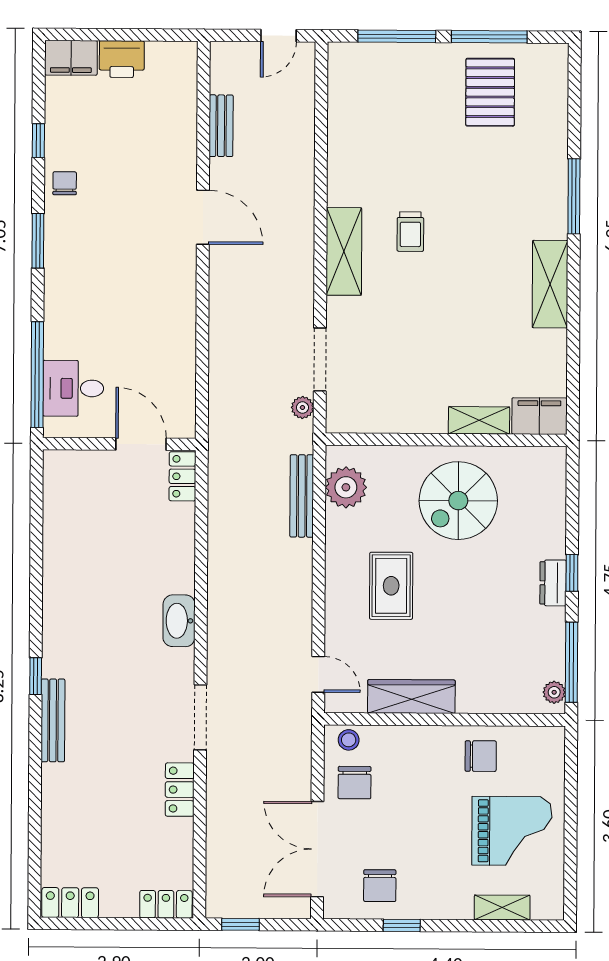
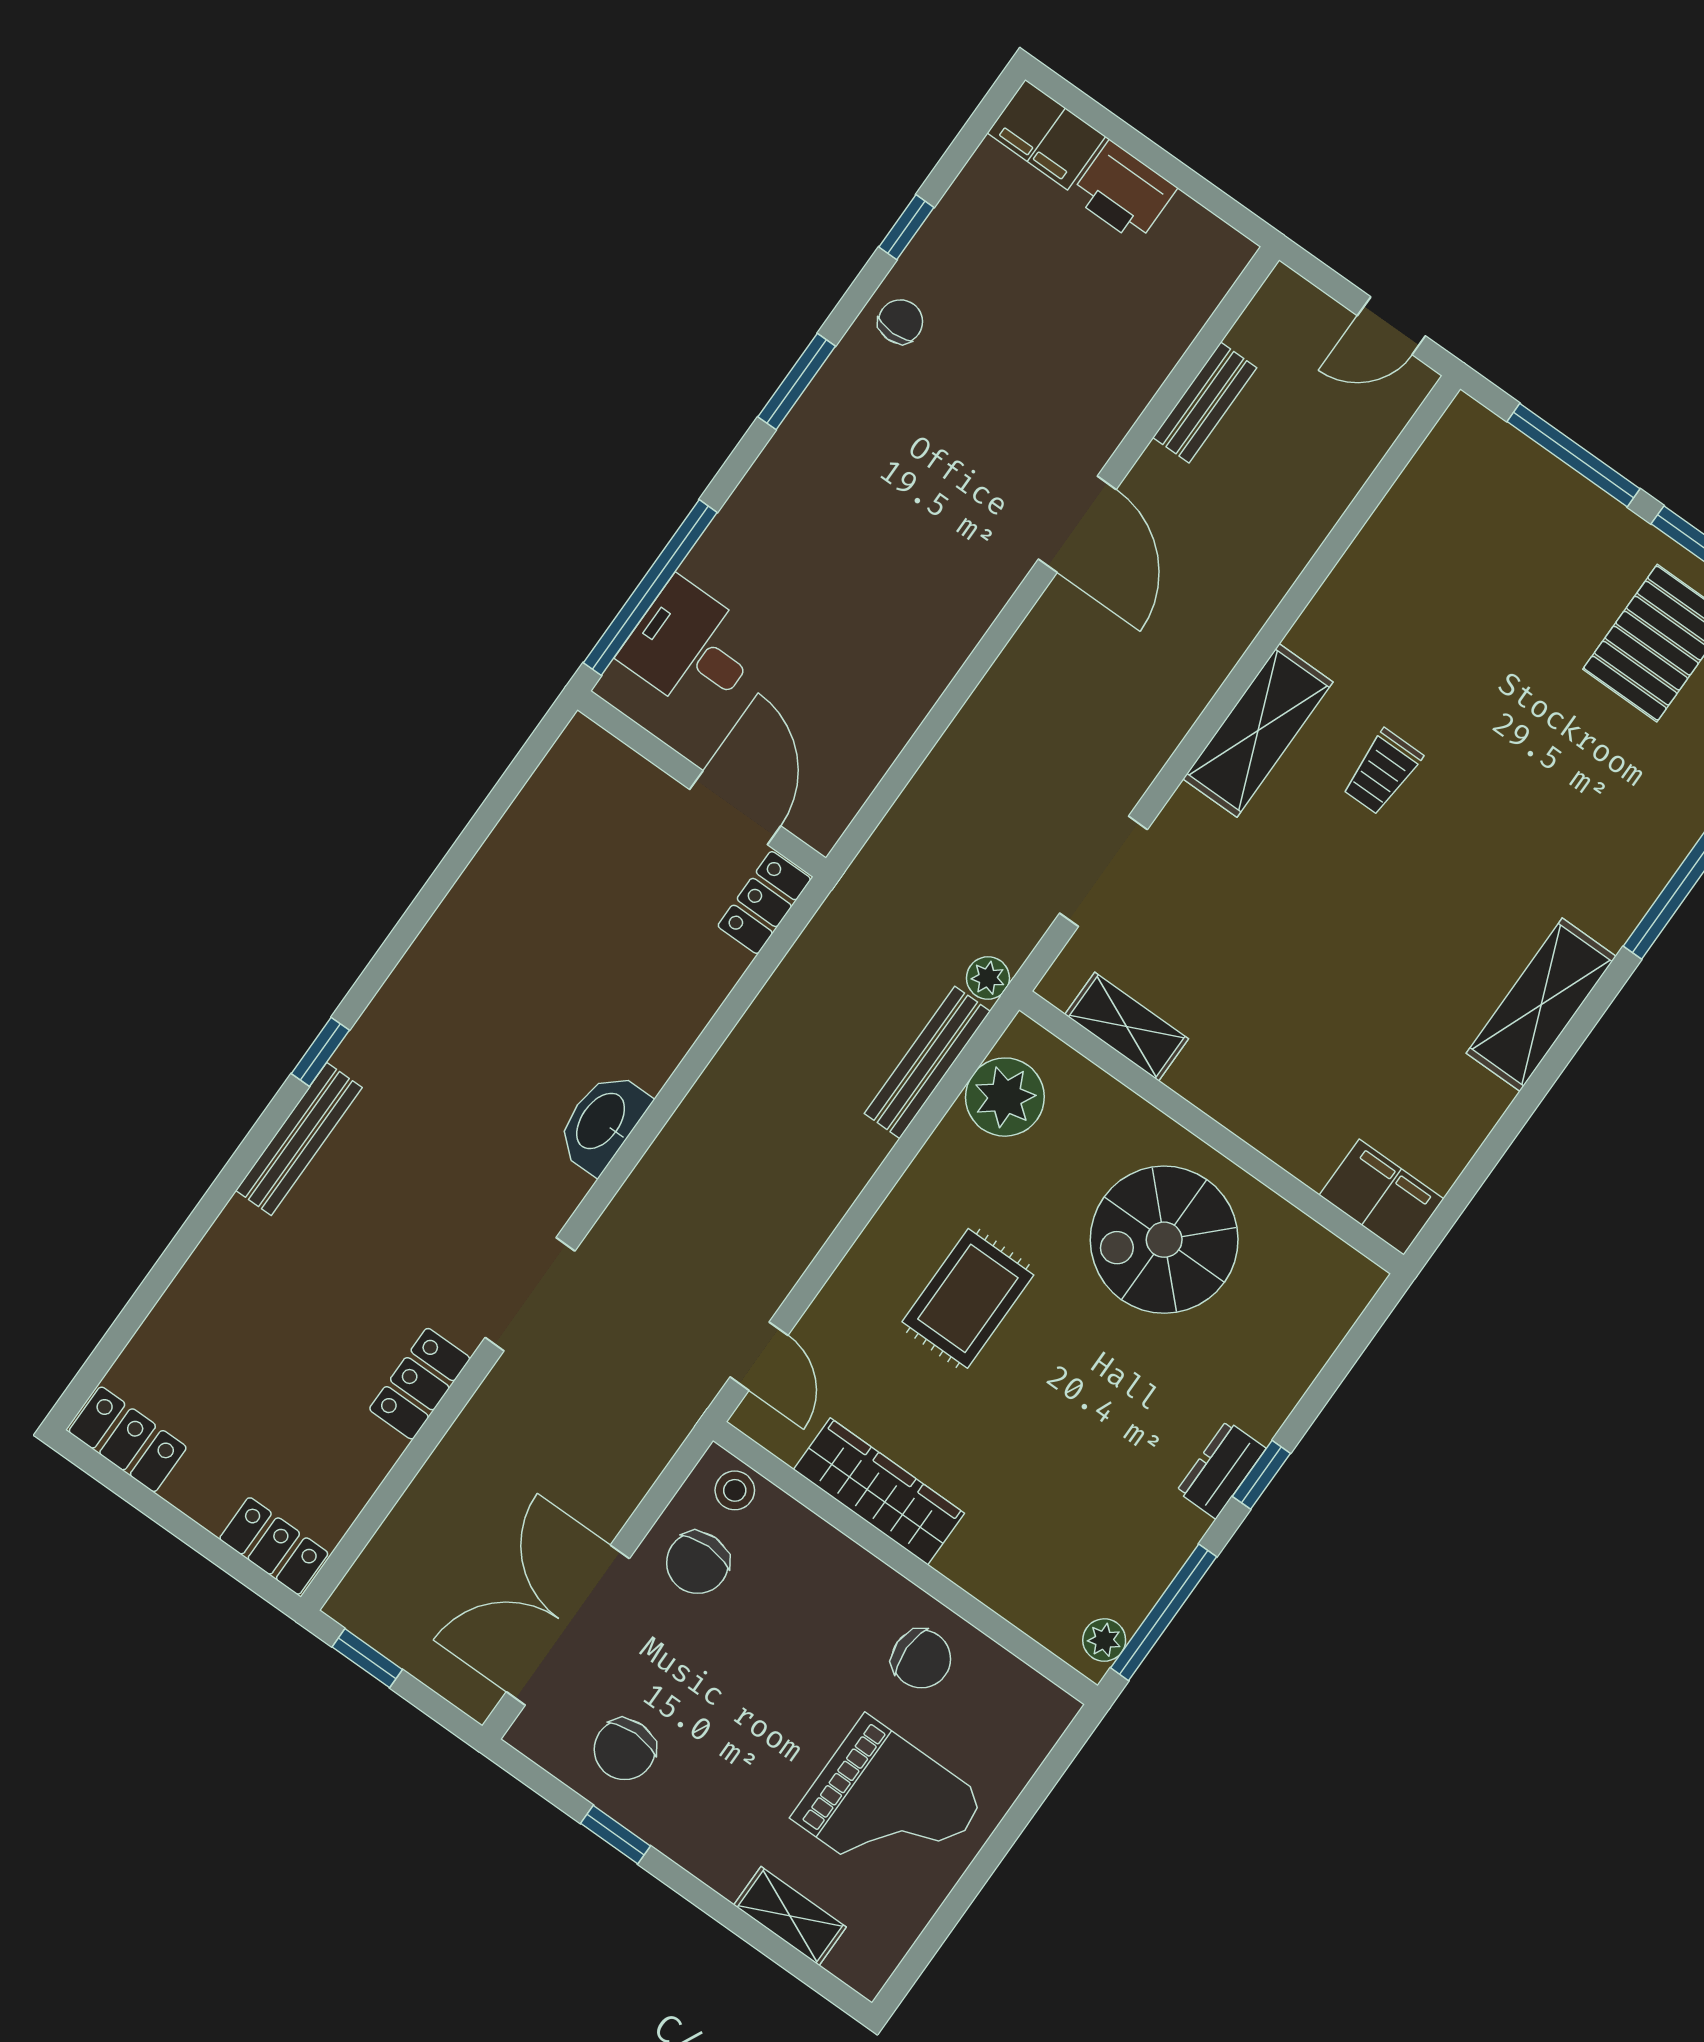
plant: (302, 407) -> (988, 978), moved
shelving: (479, 420) -> (1127, 1027), moved

